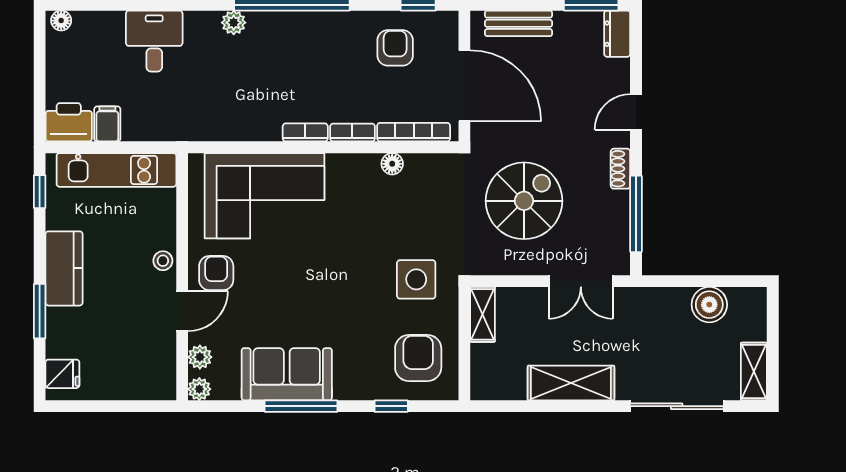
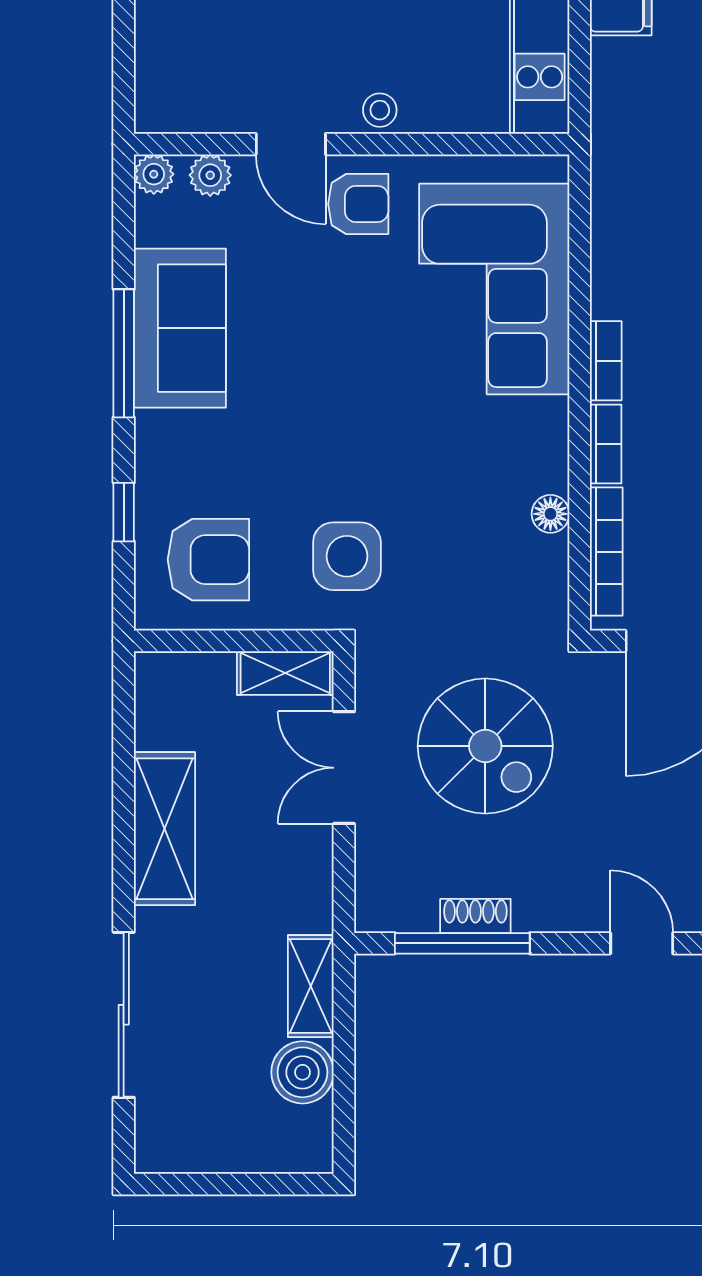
shoe rack: (620, 169) -> (475, 916), moved
double door: (581, 281) -> (344, 768), moved
shelving: (754, 371) -> (311, 986), moved, turned 90

